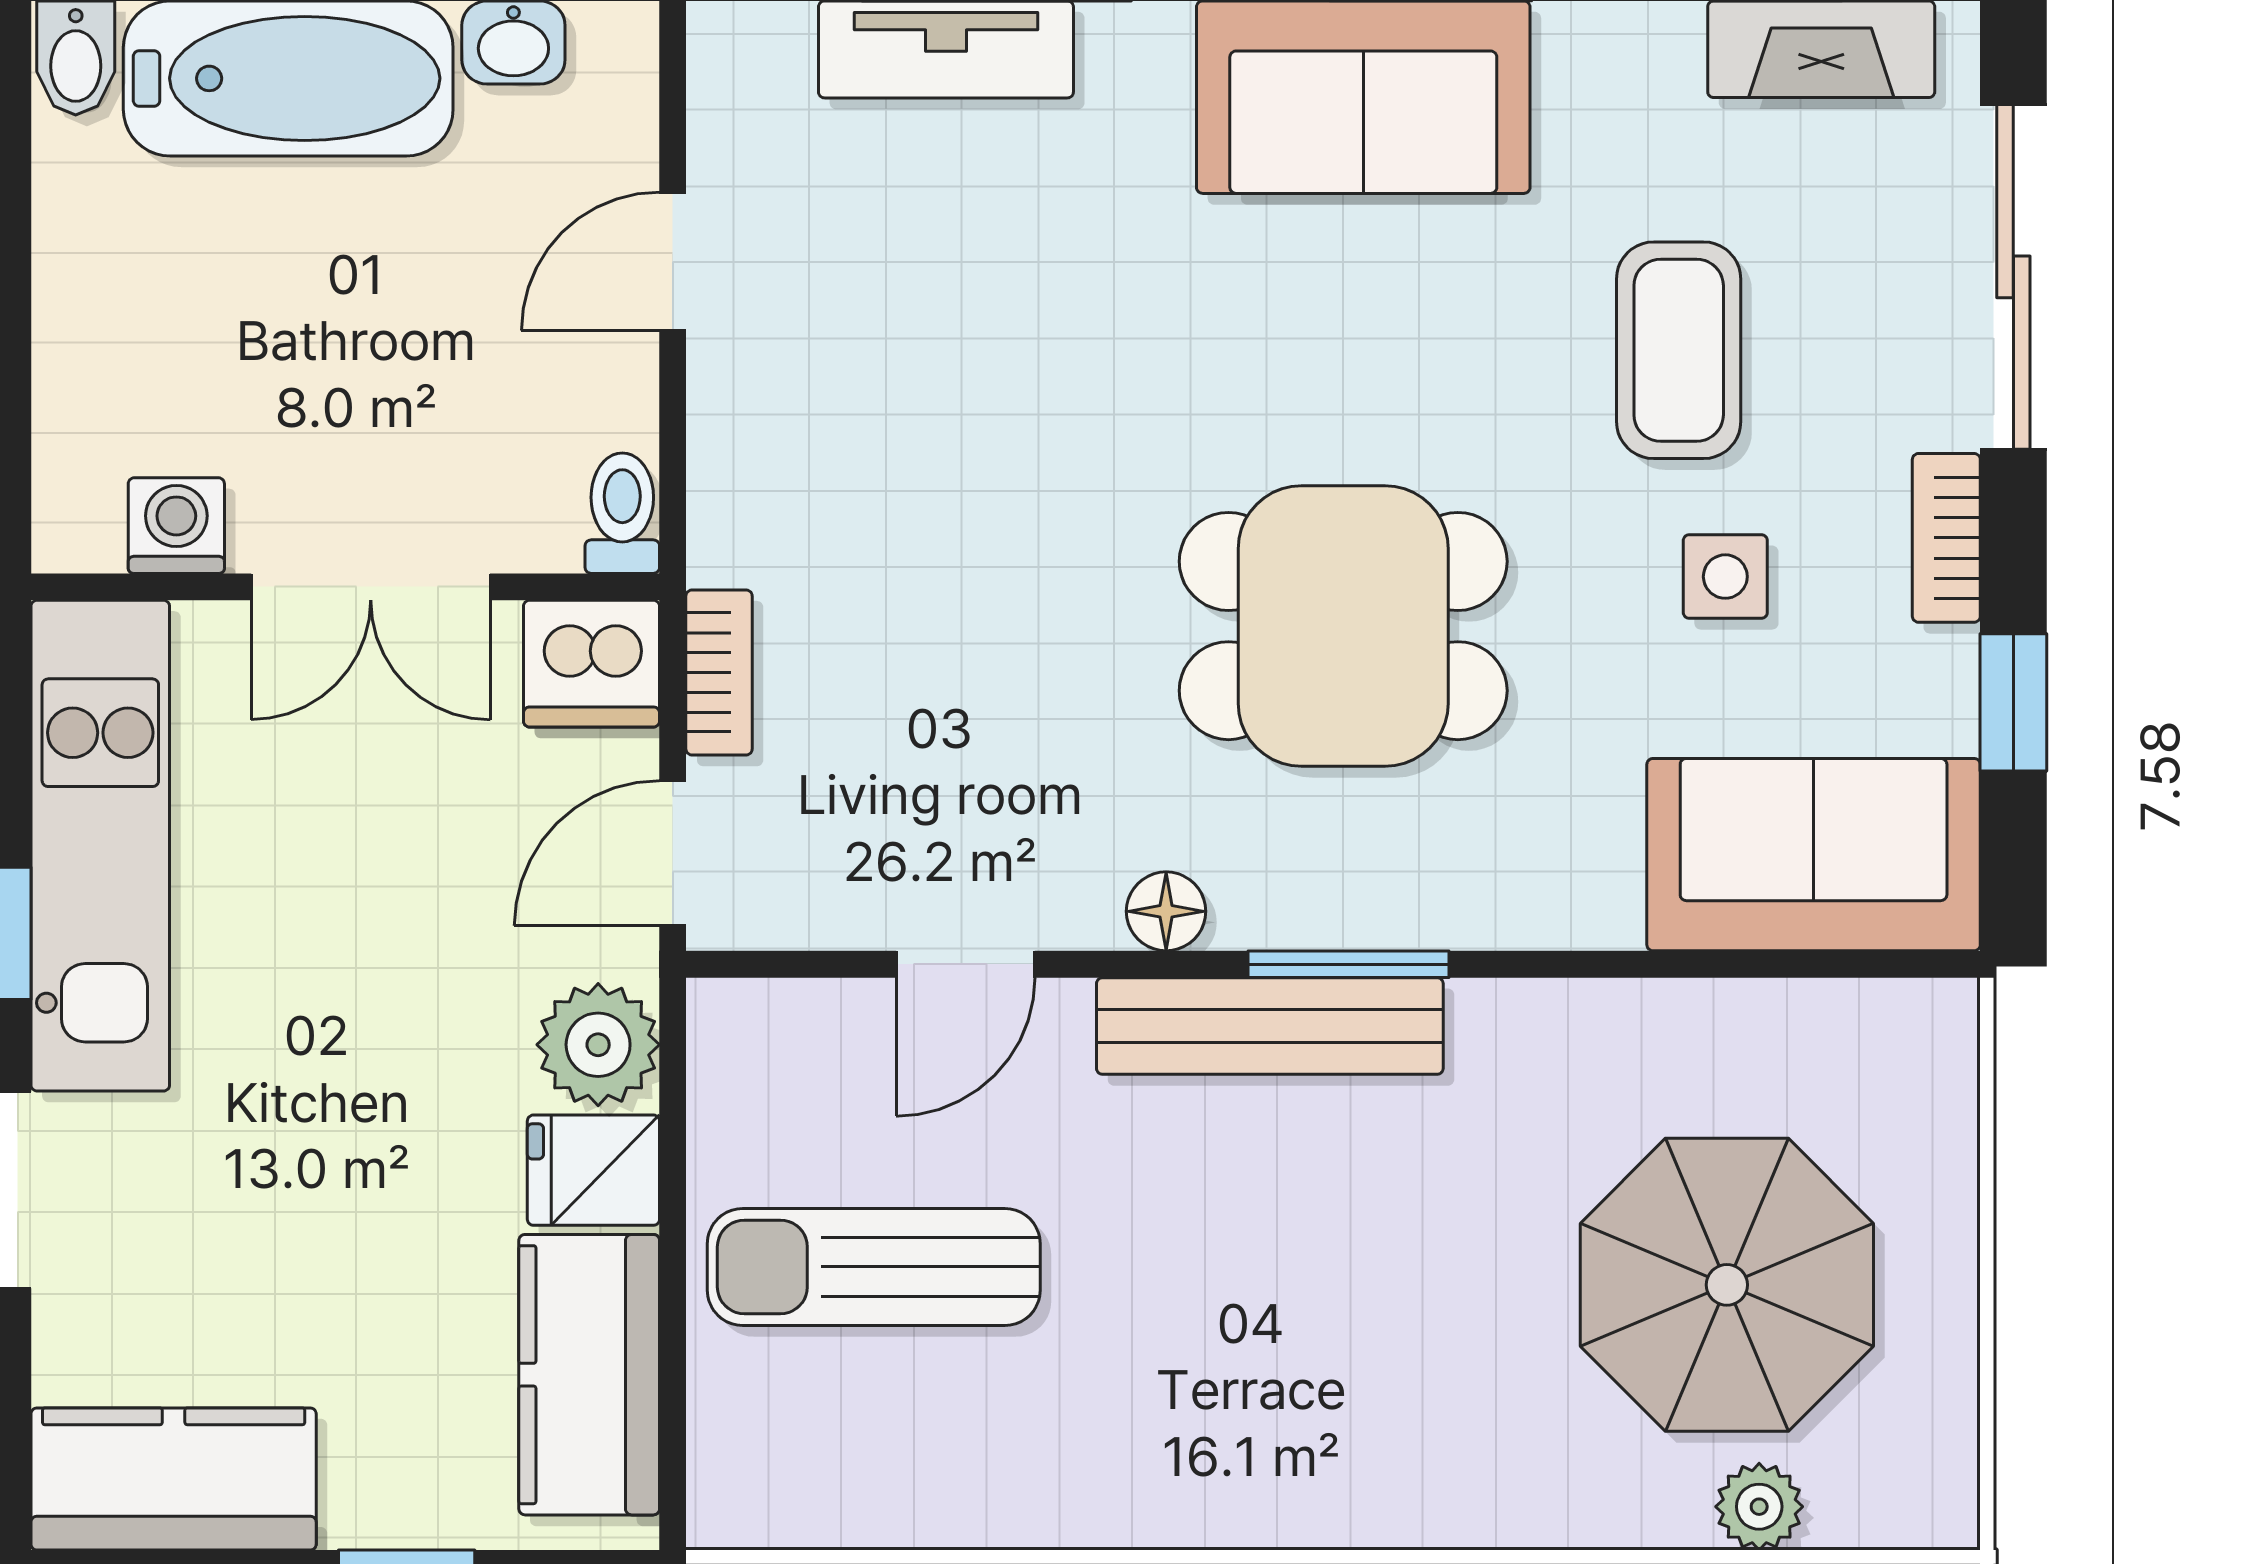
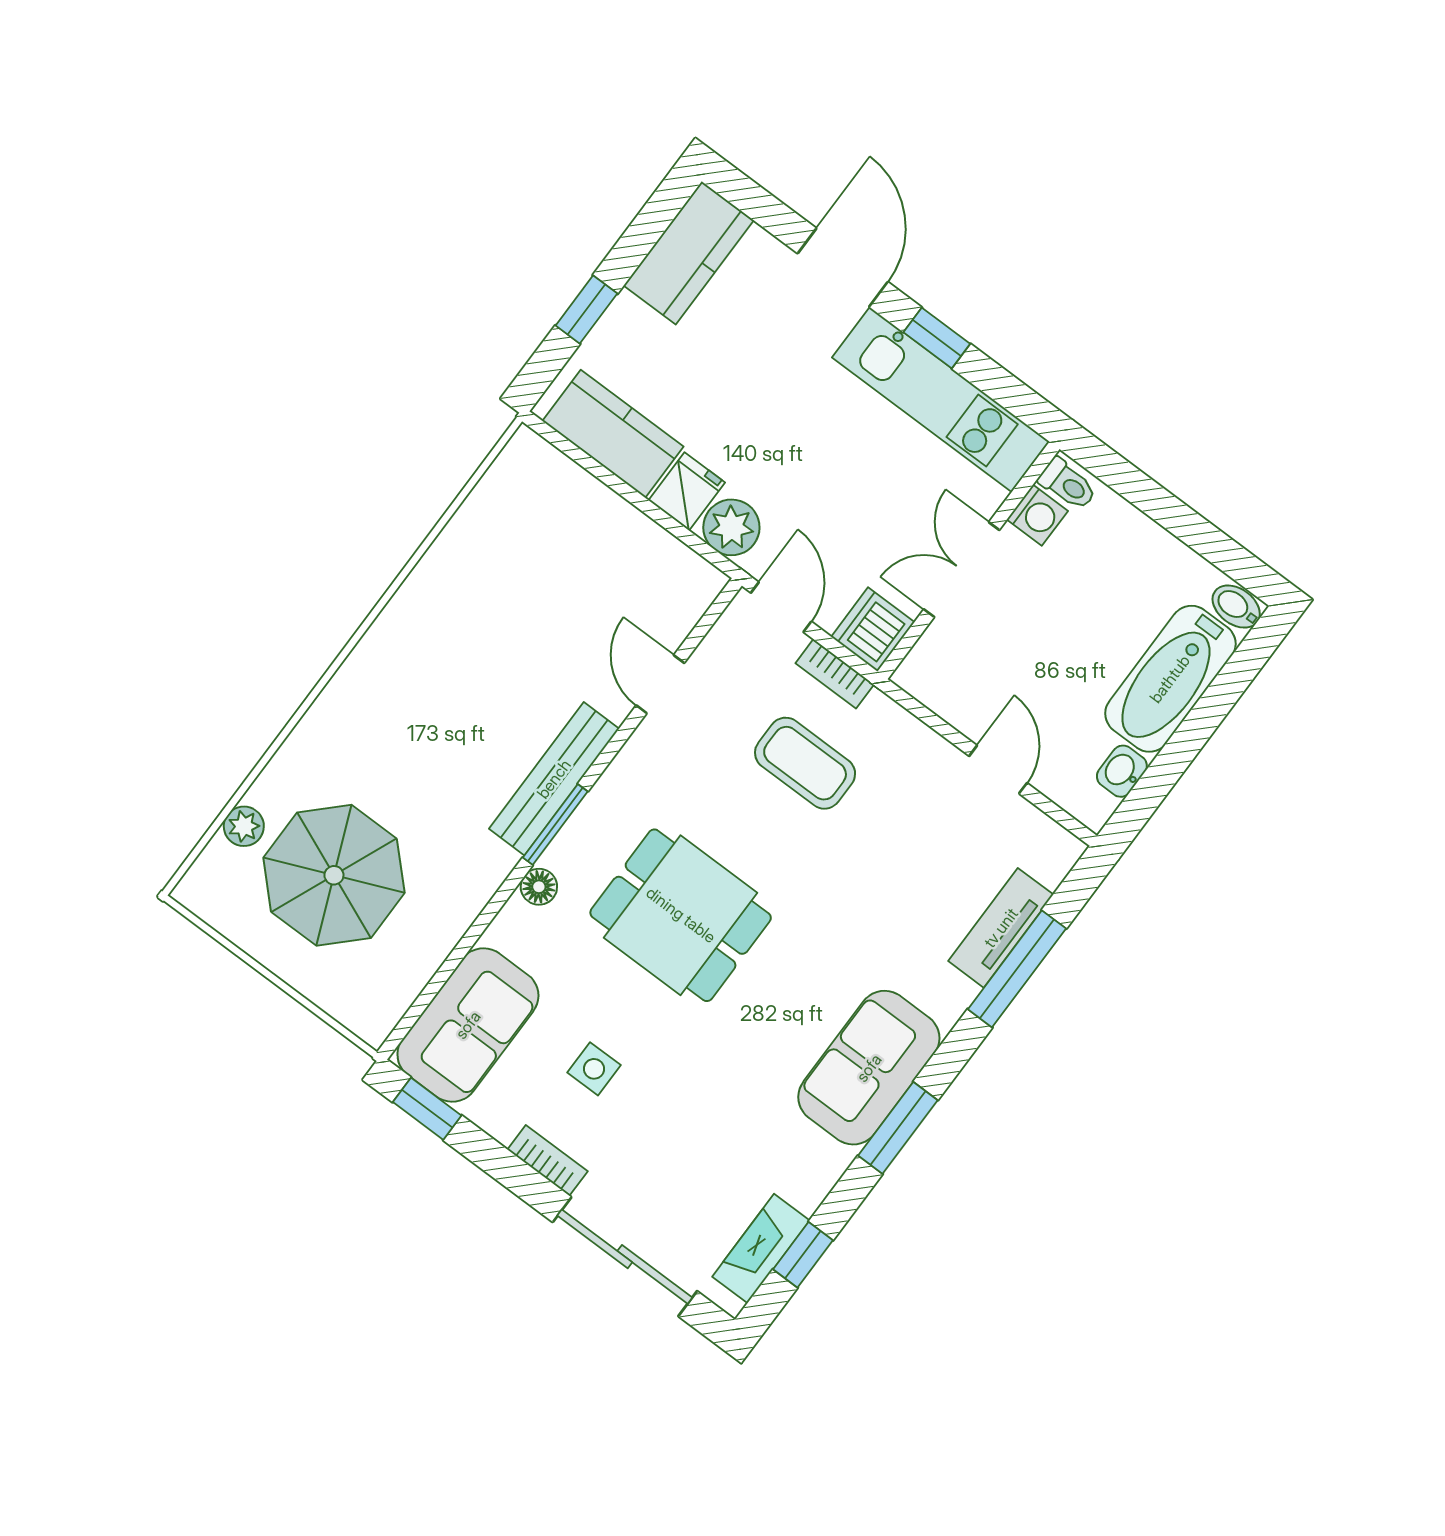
coffee table: (1679, 350) -> (805, 763), moved
toilet: (622, 513) -> (1068, 484), moved
dining table: (1343, 626) -> (681, 915), turned 90
window: (2013, 702) -> (427, 1109), moved
floor lamp: (1166, 911) -> (539, 887), moved
sun lounger: (874, 1267) -> (574, 568), removed

